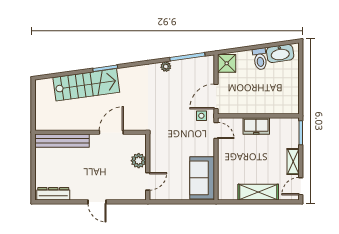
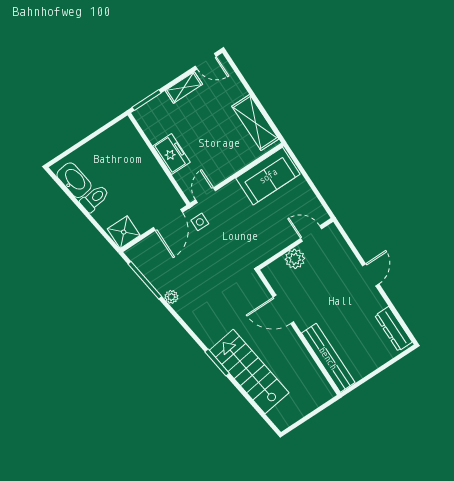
door: (216, 96) -> (168, 220), hinge flipped
shelving: (258, 192) -> (255, 123), moved

